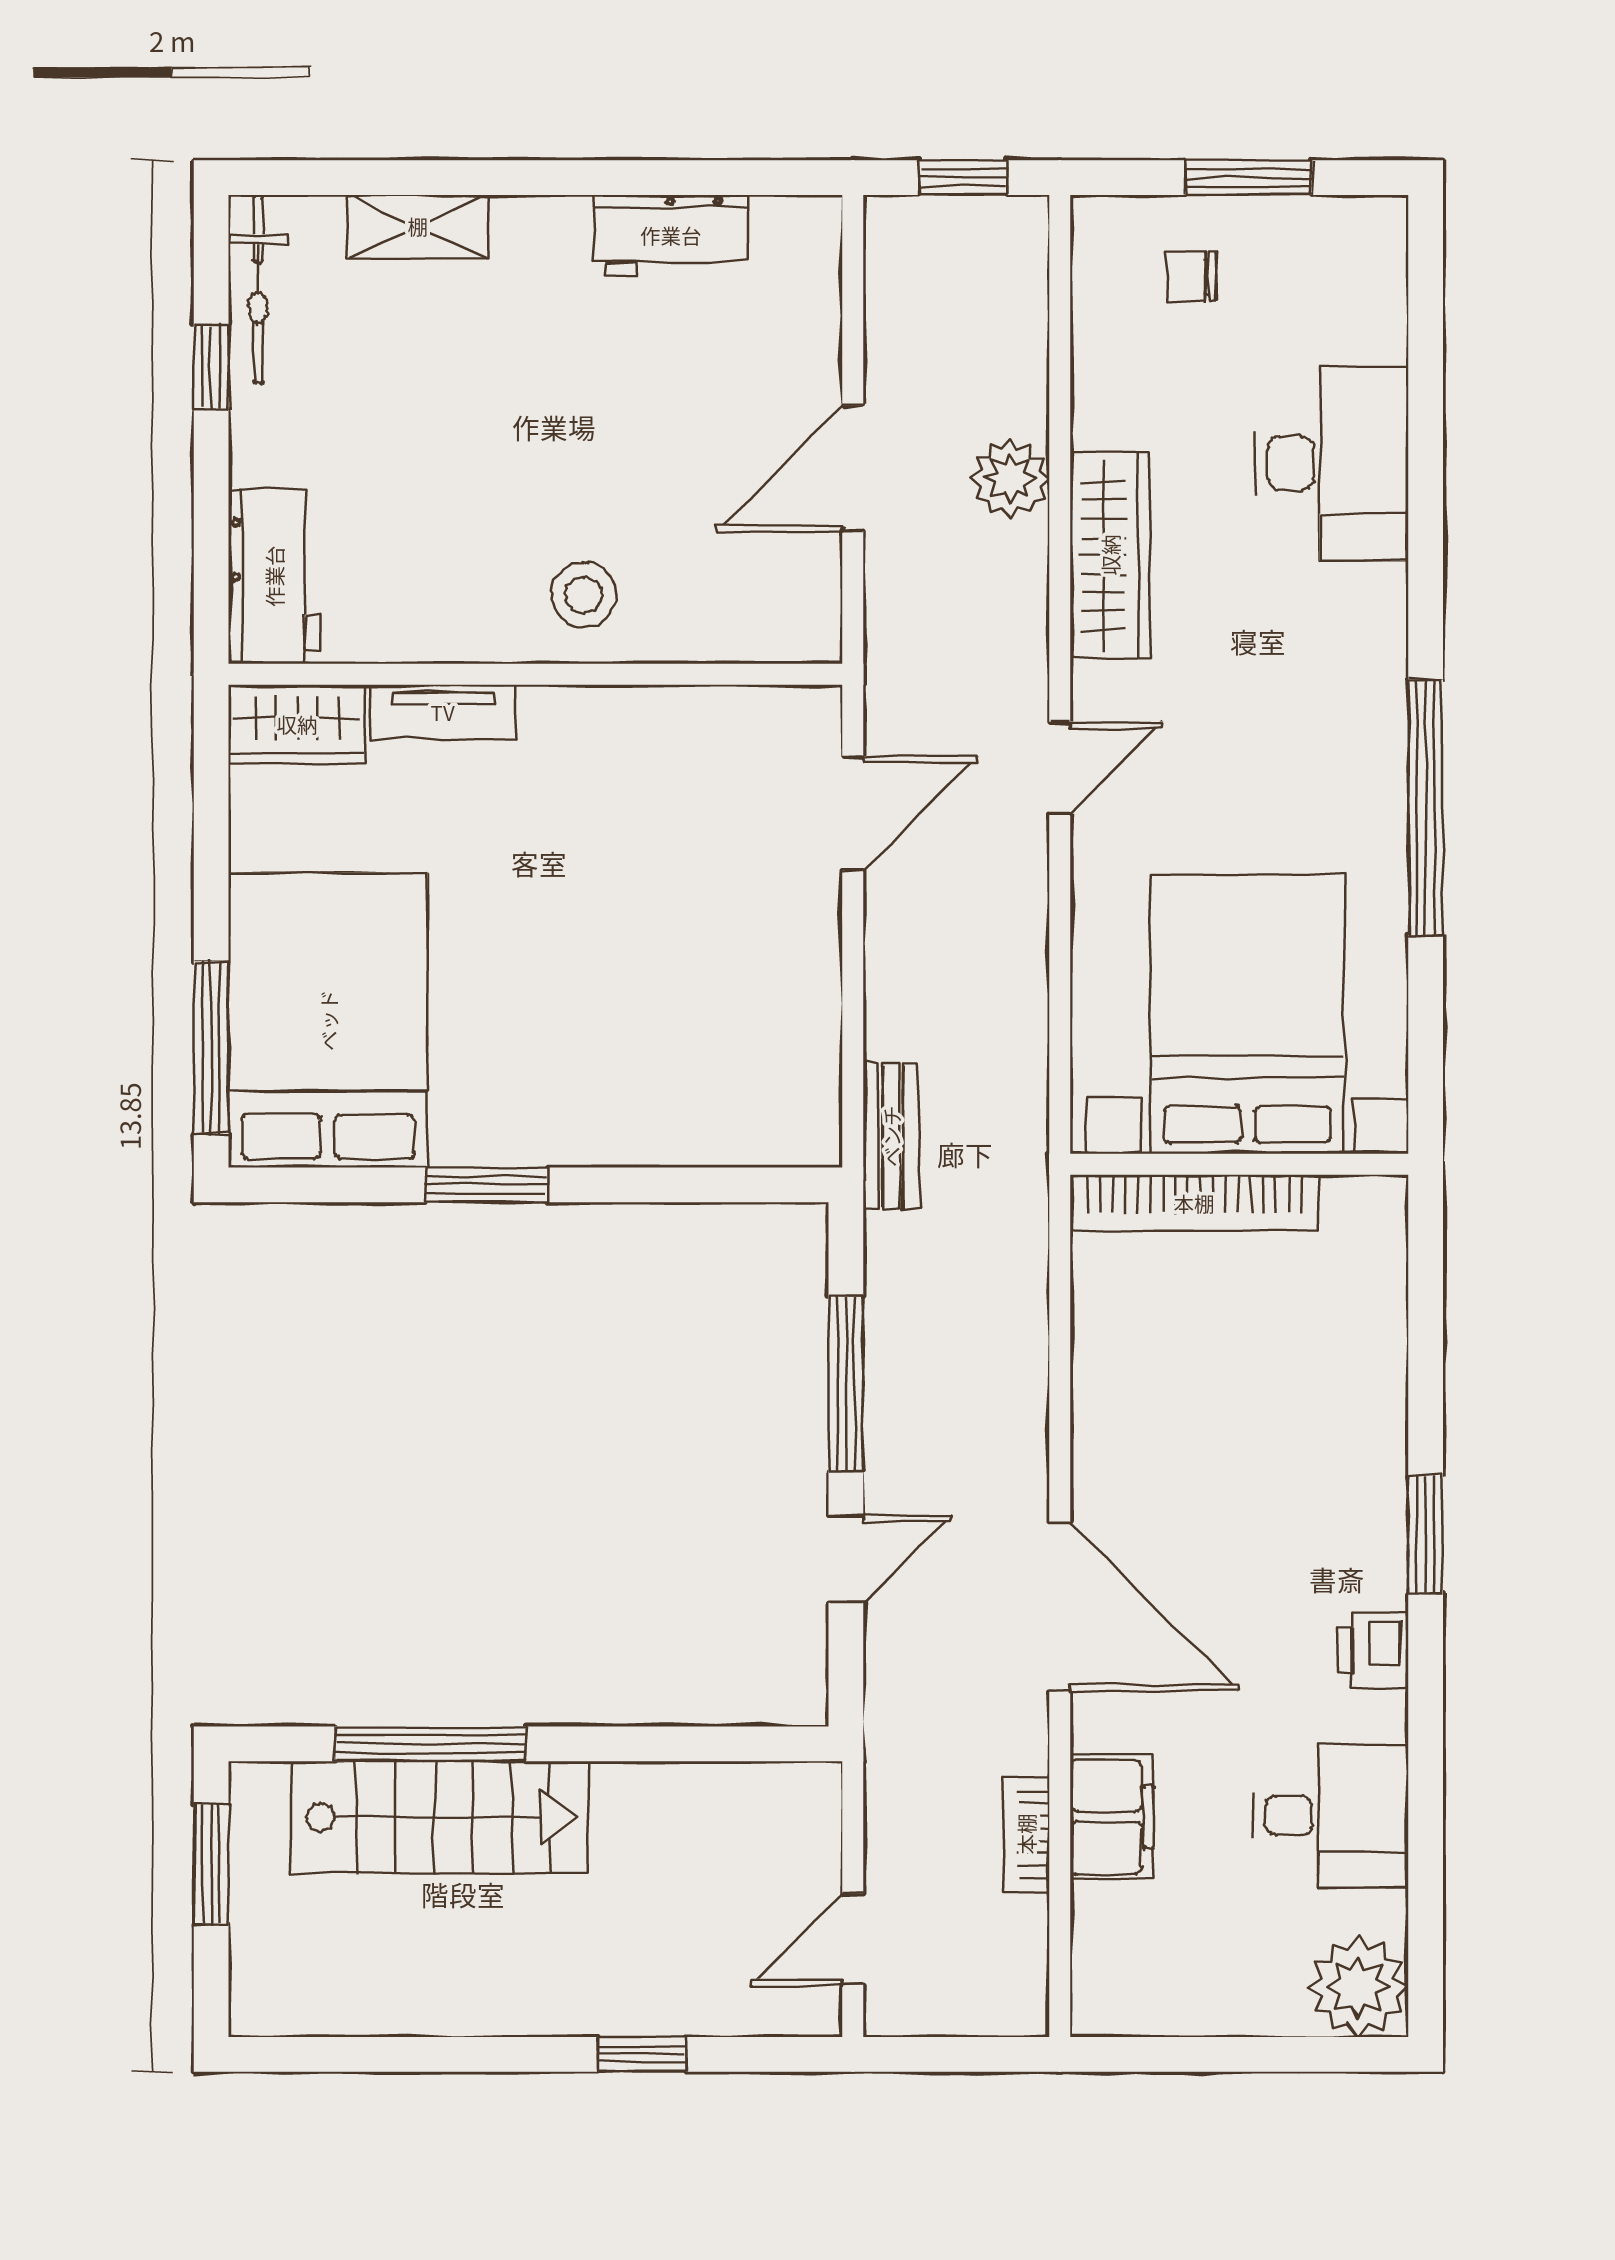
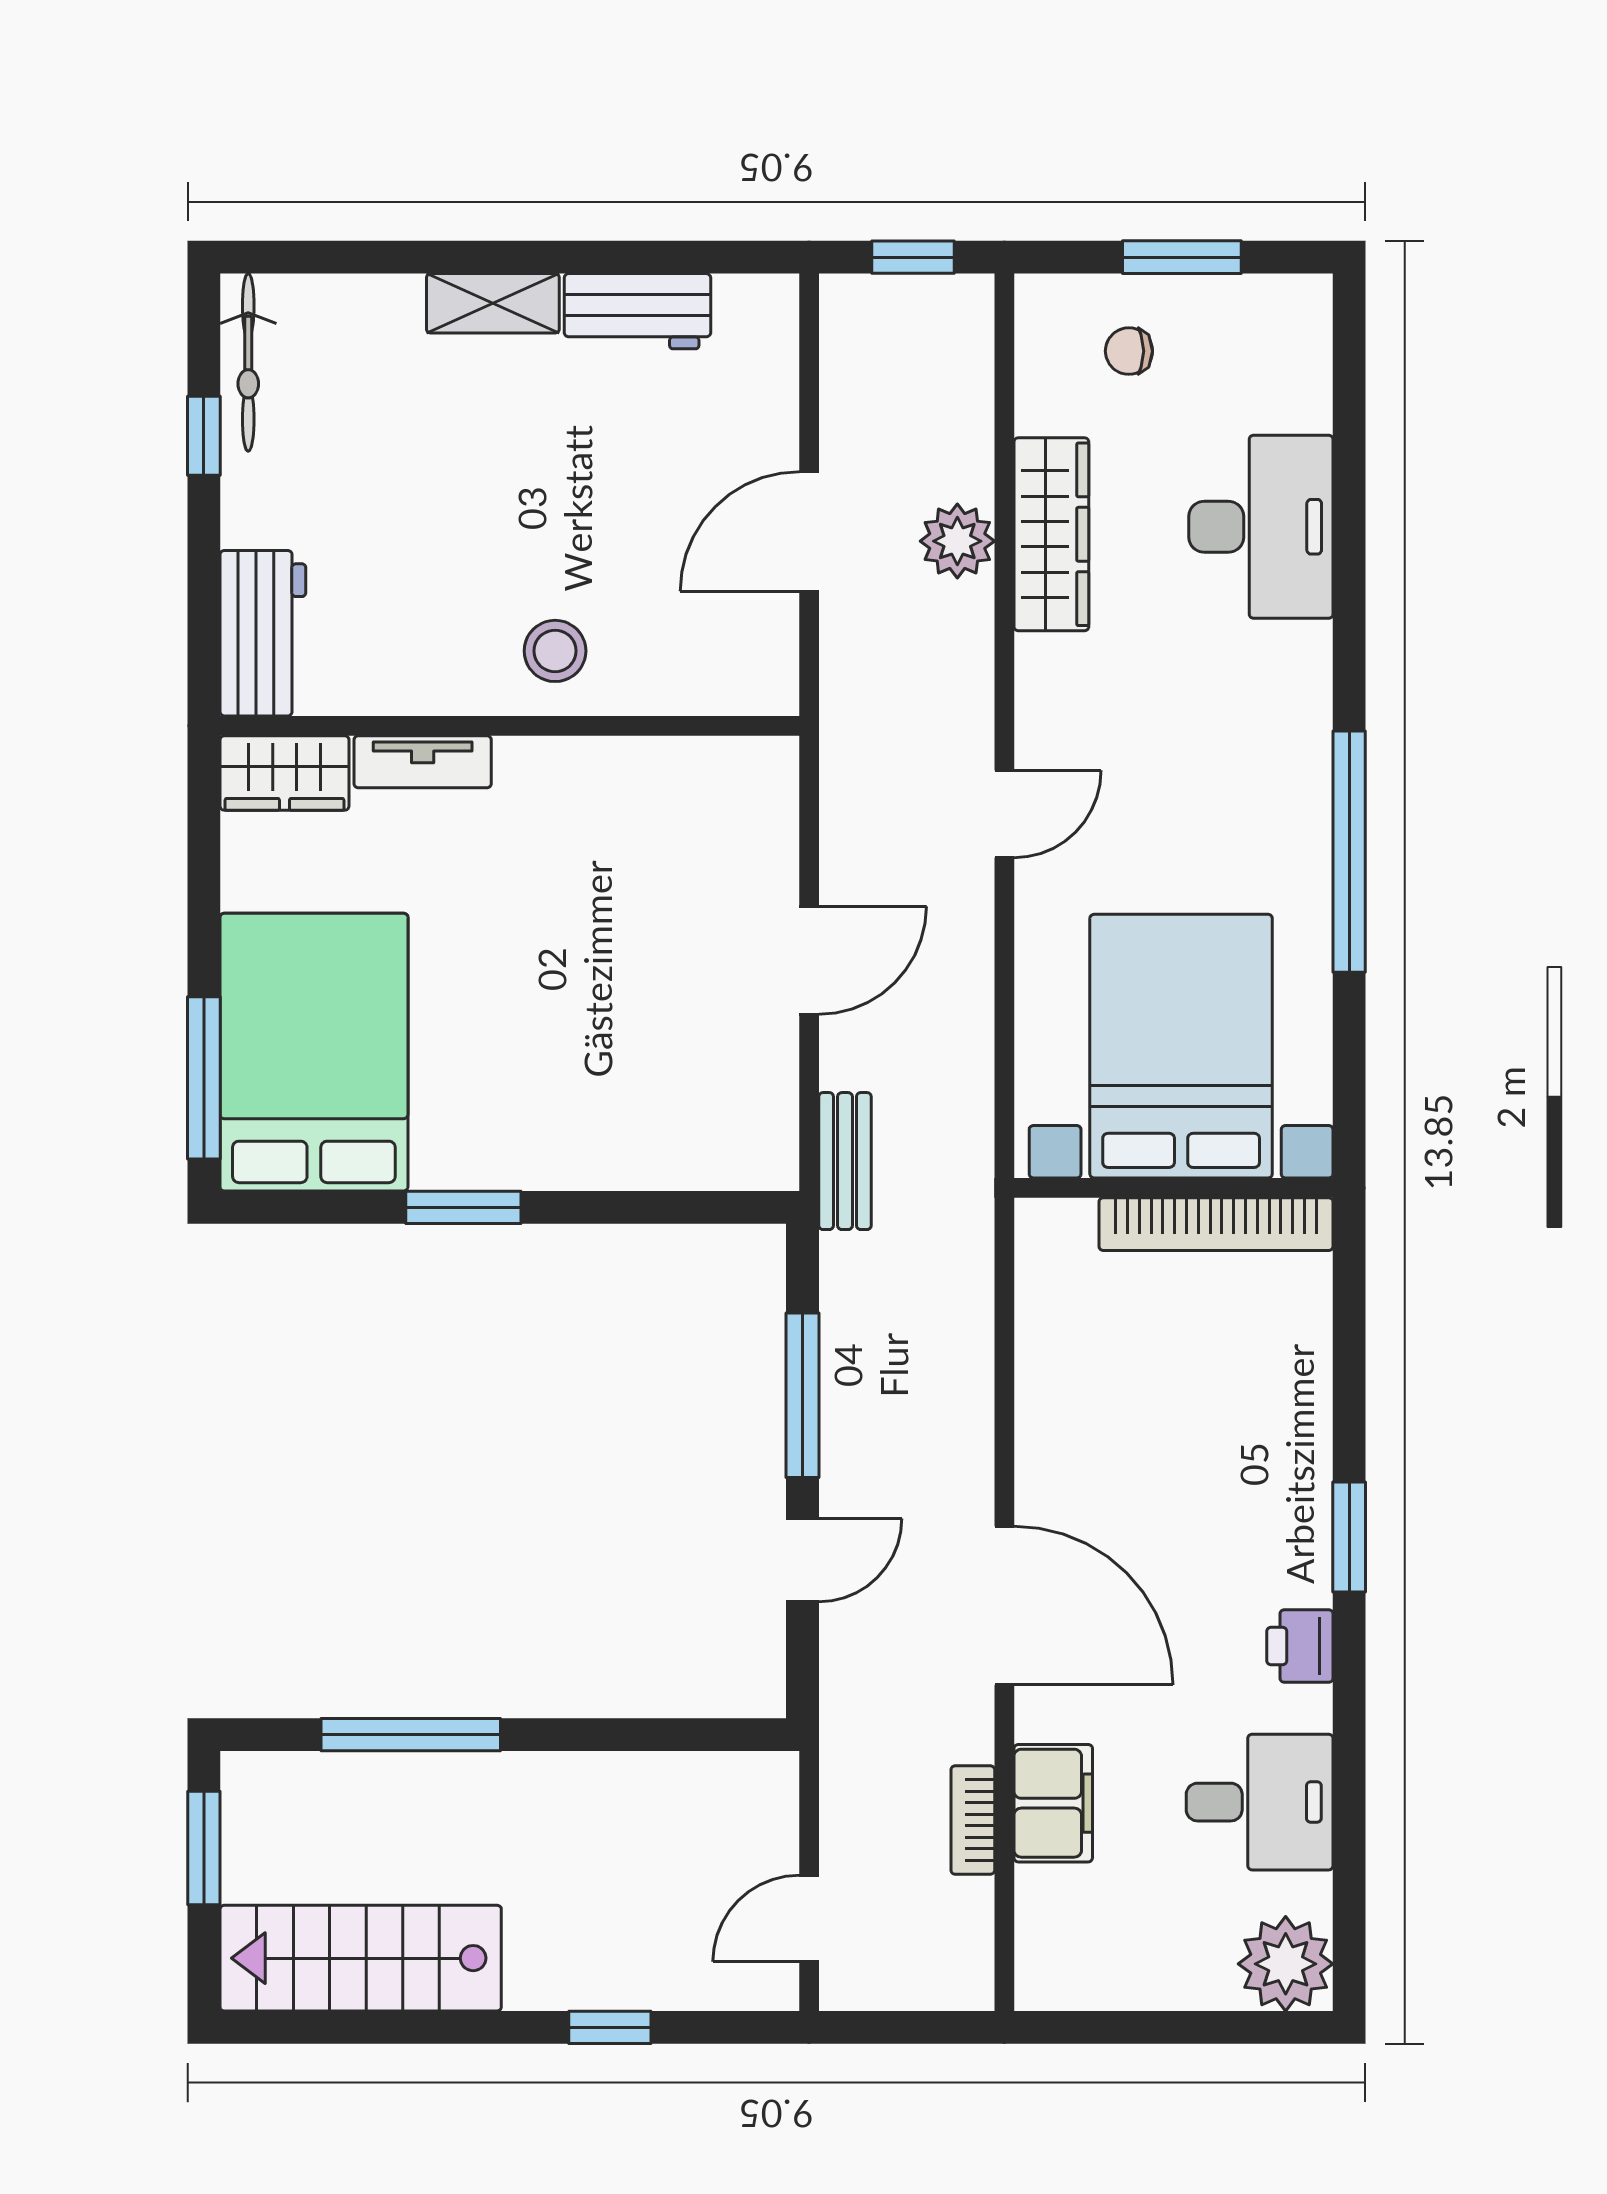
shelving: (418, 226) -> (493, 303), moved
wardrobe: (1110, 555) -> (1051, 534), moved
door: (853, 813) -> (809, 960), moved
bookcase: (1194, 1203) -> (1216, 1224), moved
stairs: (440, 1817) -> (361, 1958), moved, turned 180

